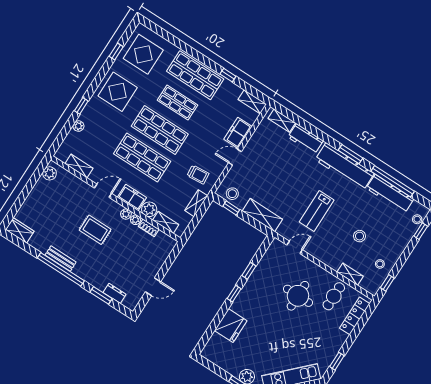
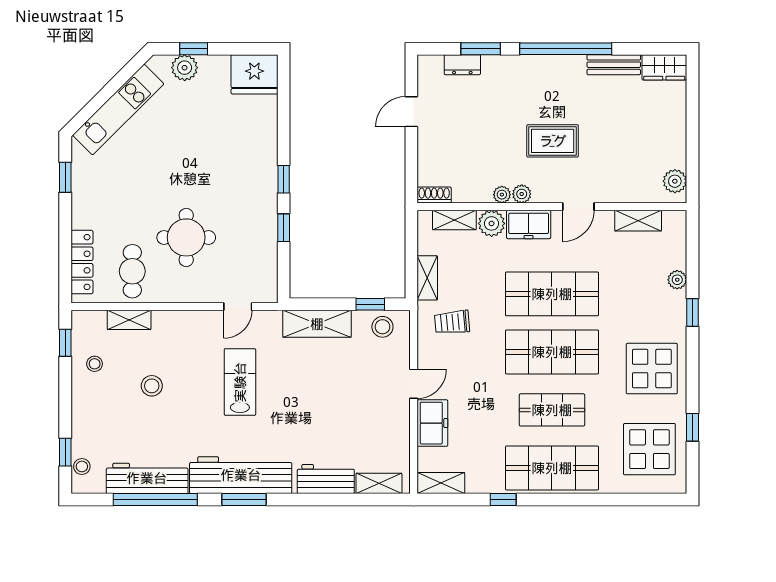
shoe rack: (149, 228) -> (434, 195), moved
bench: (61, 259) -> (614, 65), moved
fridge: (231, 326) -> (254, 74), moved, turned -90

